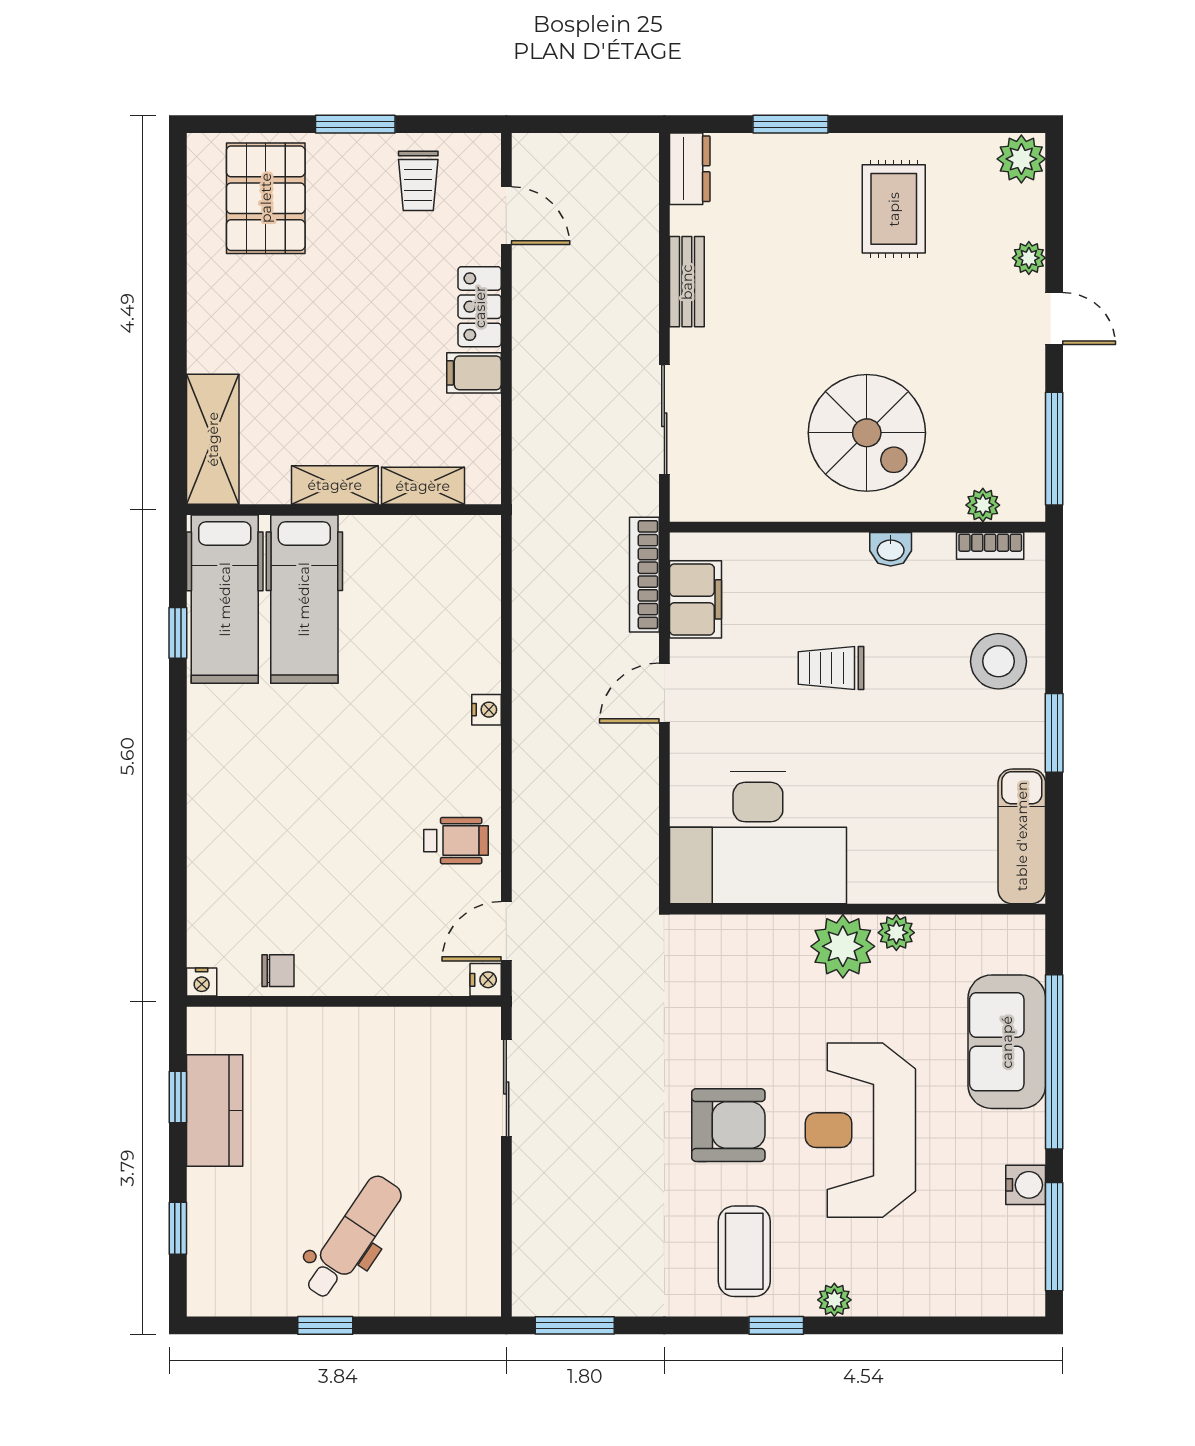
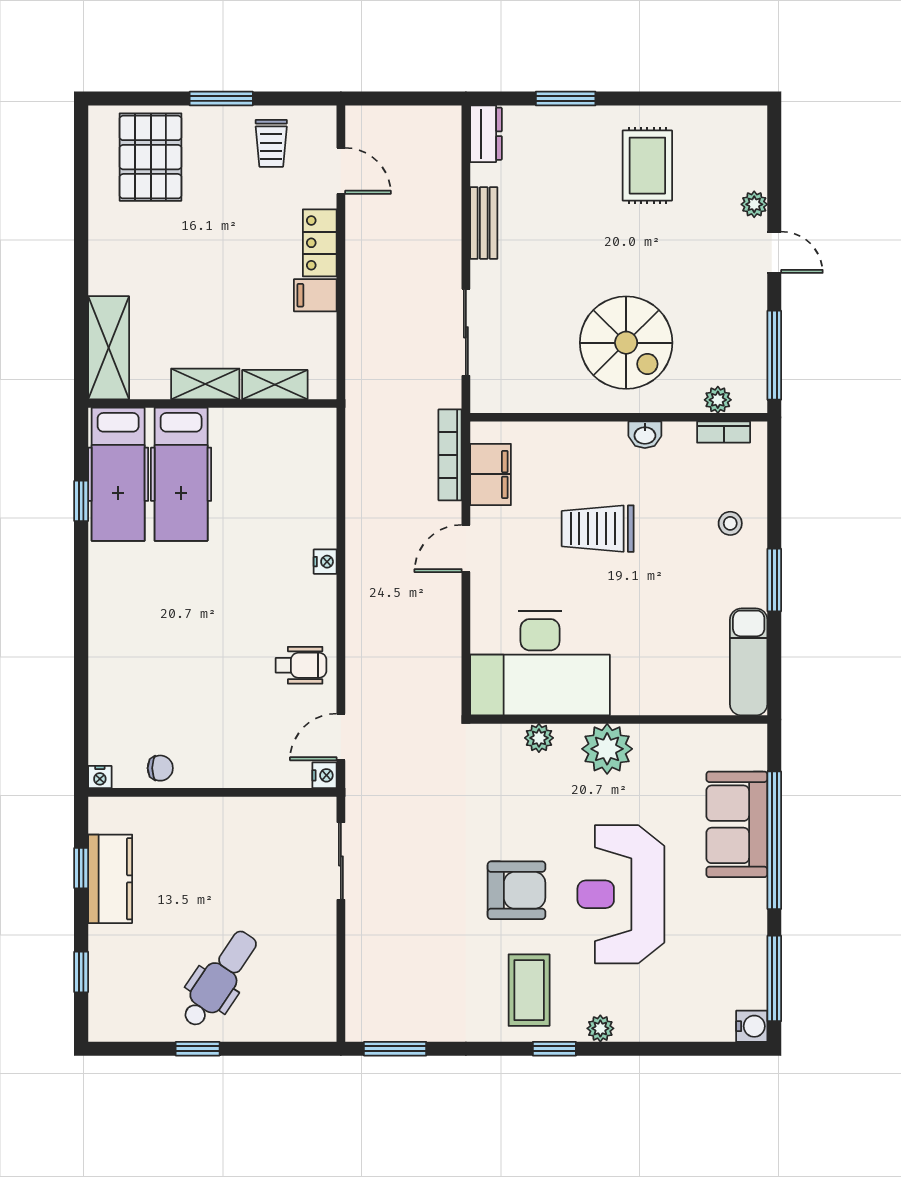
plant: (1021, 159) -> (748, 126), removed
stool: (998, 661) -> (730, 523), width x0.53, depth x0.53
trolley: (831, 668) -> (598, 529), width x1.36, depth x1.39
plant: (896, 933) -> (539, 738), moved
water cooler: (1026, 1185) -> (752, 1026), moved

